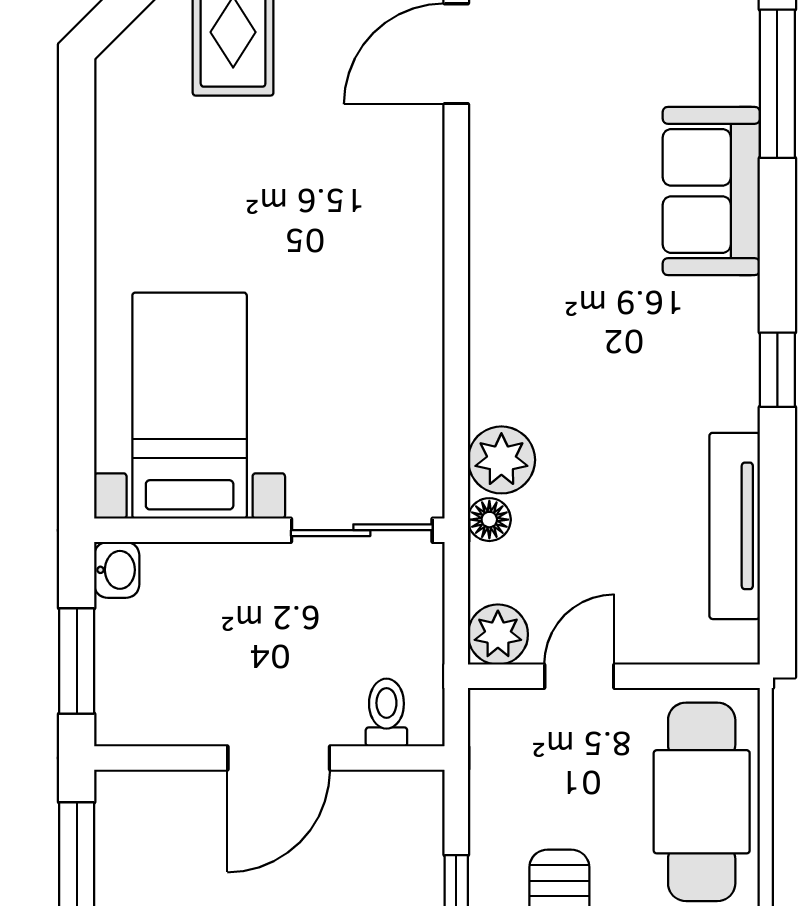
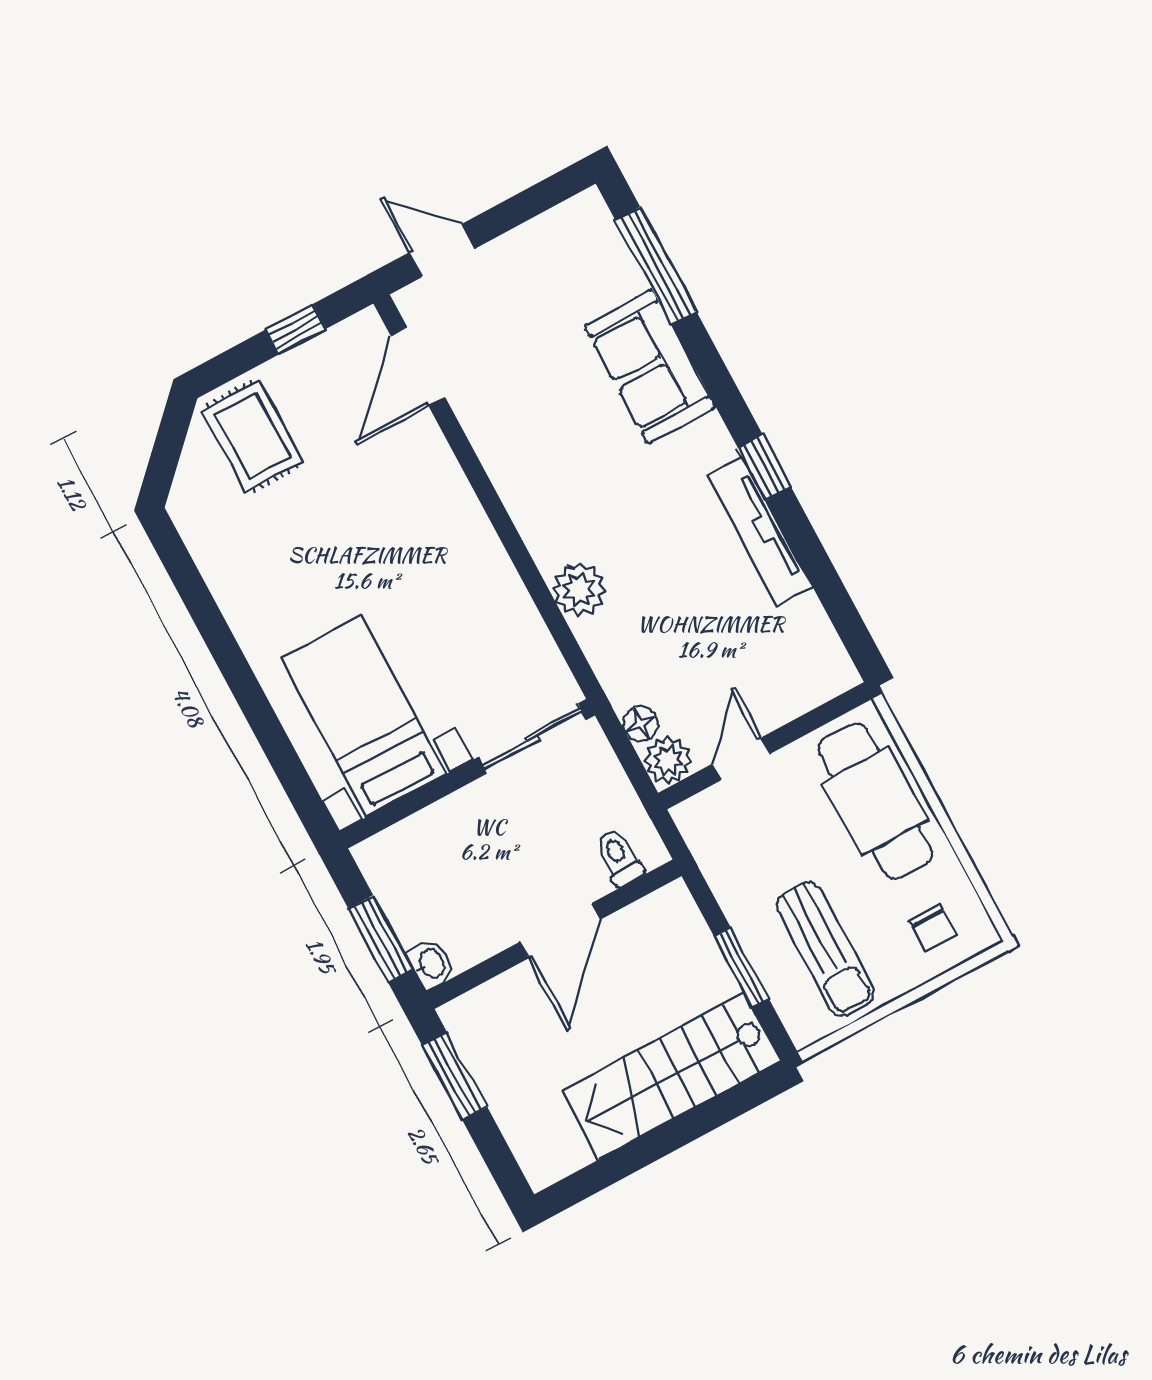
plant: (501, 460) -> (579, 590), moved
floor lamp: (489, 520) -> (640, 724), moved
tv unit: (735, 526) -> (760, 531), moved
washbasin: (117, 570) -> (431, 964), moved

